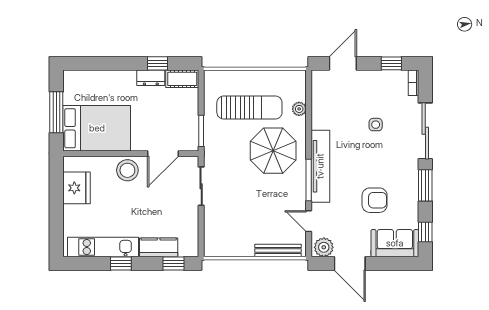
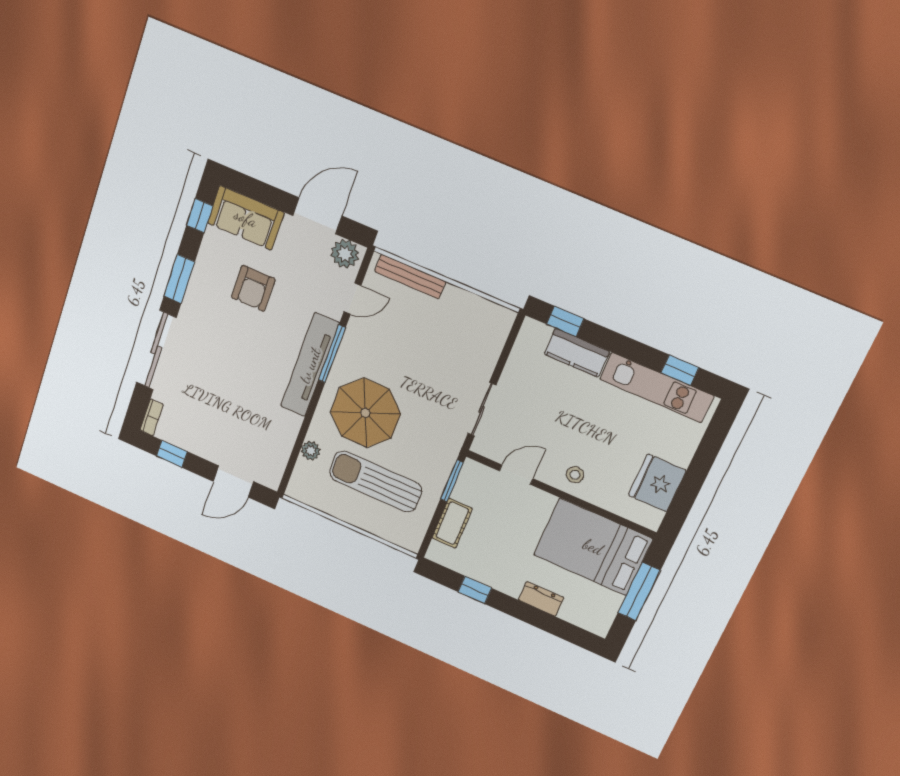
dresser: (151, 78) -> (541, 599), moved
cot: (182, 79) -> (452, 523), moved, turned 90
side table: (376, 125) -> (218, 387), removed
door: (163, 154) -> (516, 475), width x0.73
stool: (127, 170) -> (575, 475), width x0.53, depth x0.53
armchair: (375, 200) -> (253, 288), turned -90
door: (309, 221) -> (353, 299), hinge flipped
window: (121, 264) -> (680, 370), moved
door: (350, 264) -> (317, 216), hinge flipped

